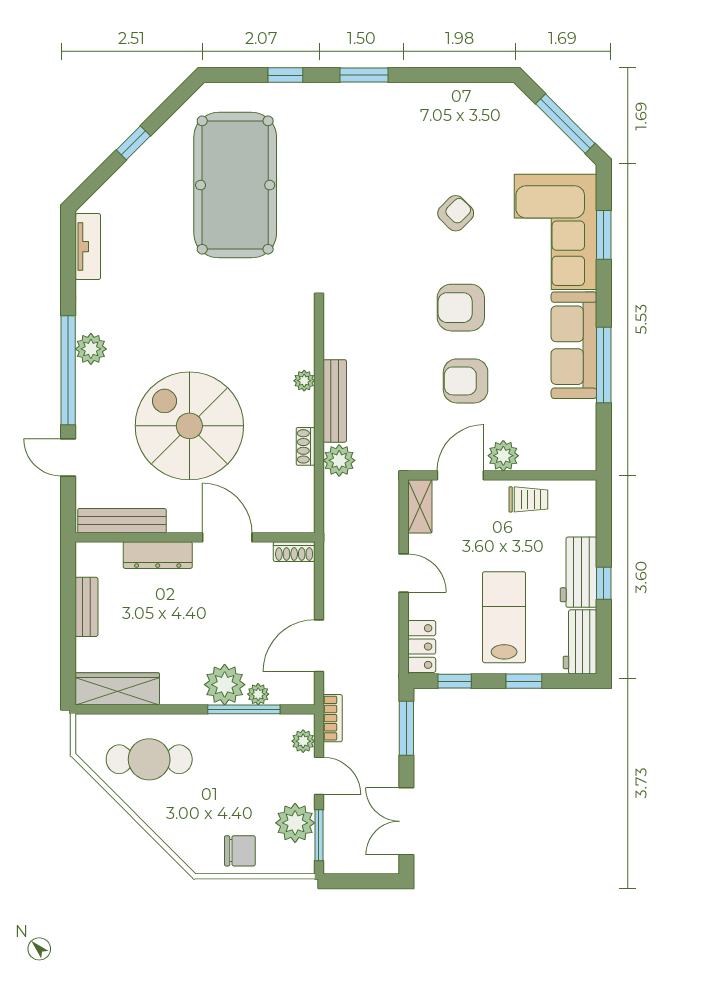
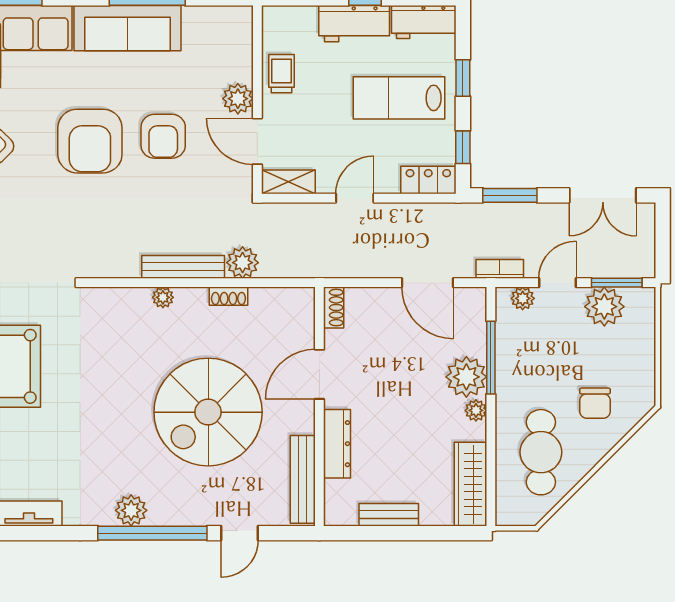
armchair: (461, 308) -> (90, 141), width x1.36, depth x1.36
plant: (258, 694) -> (476, 410), moved
chair: (240, 851) -> (595, 403), moved, turned 180

